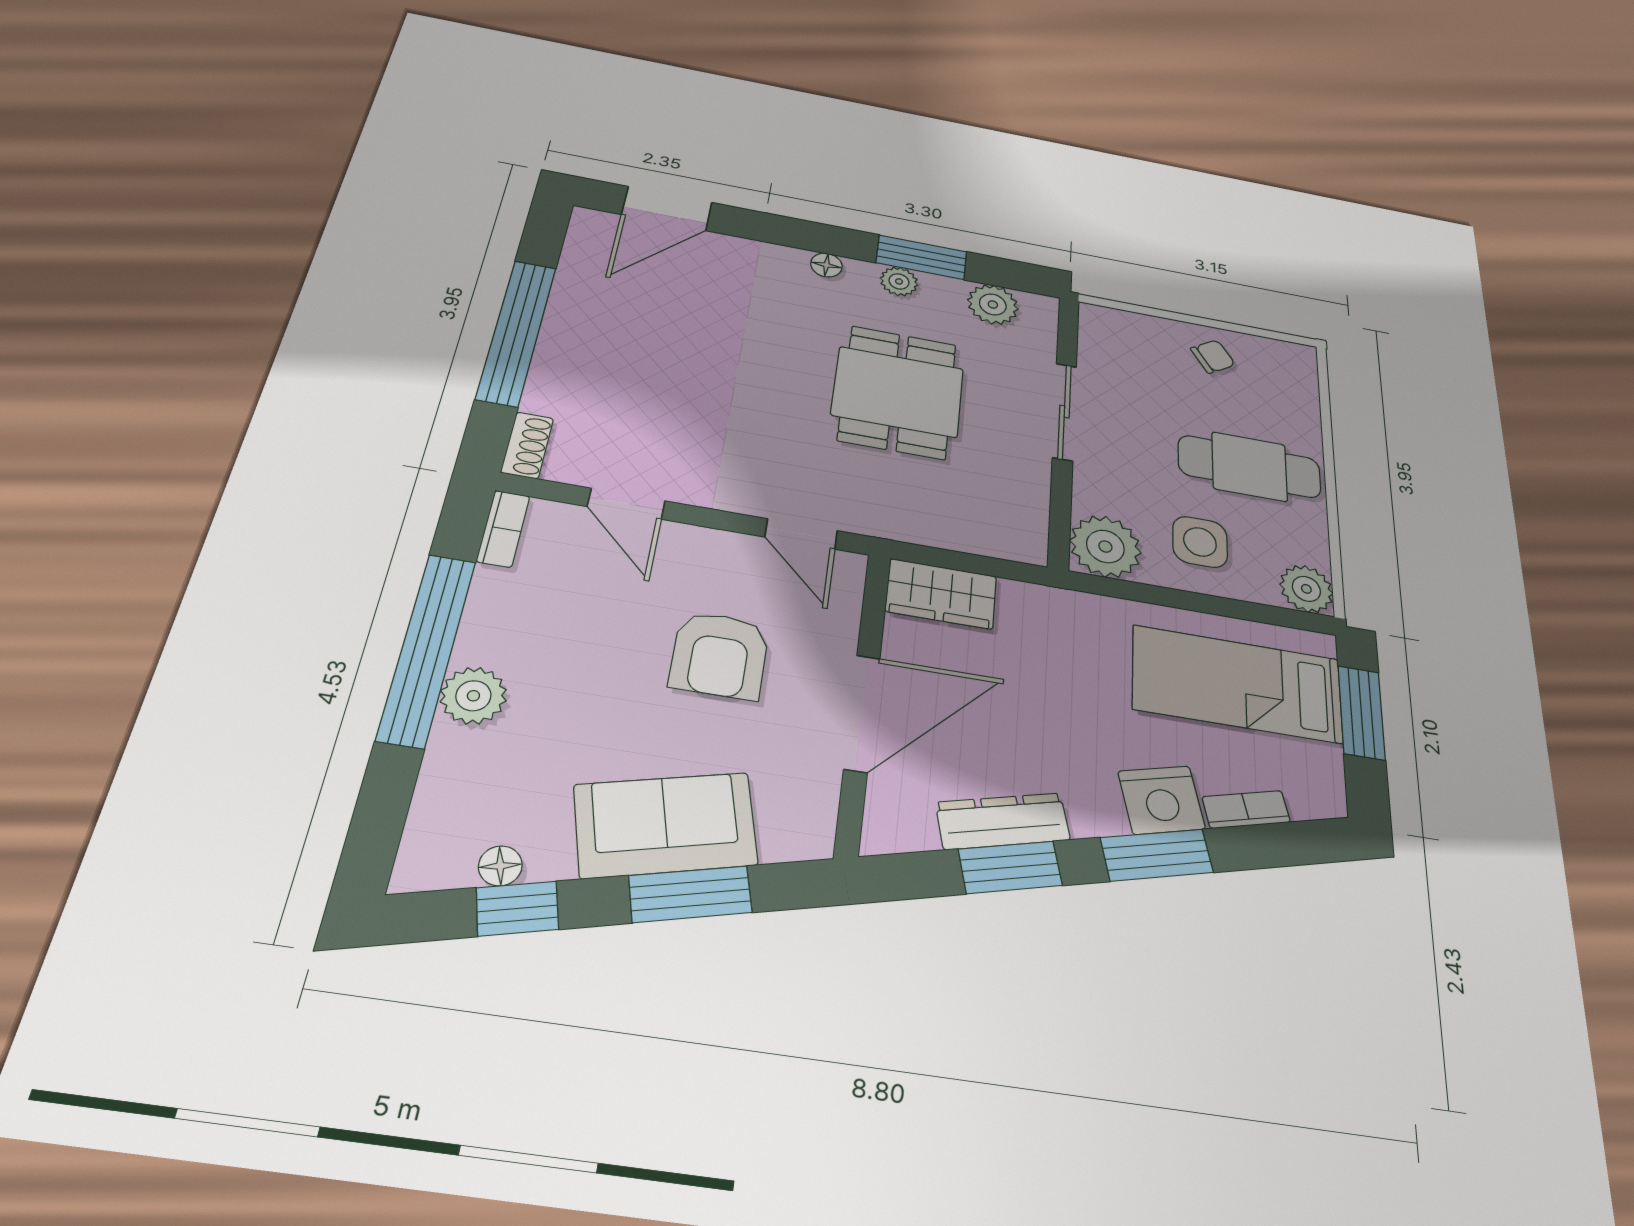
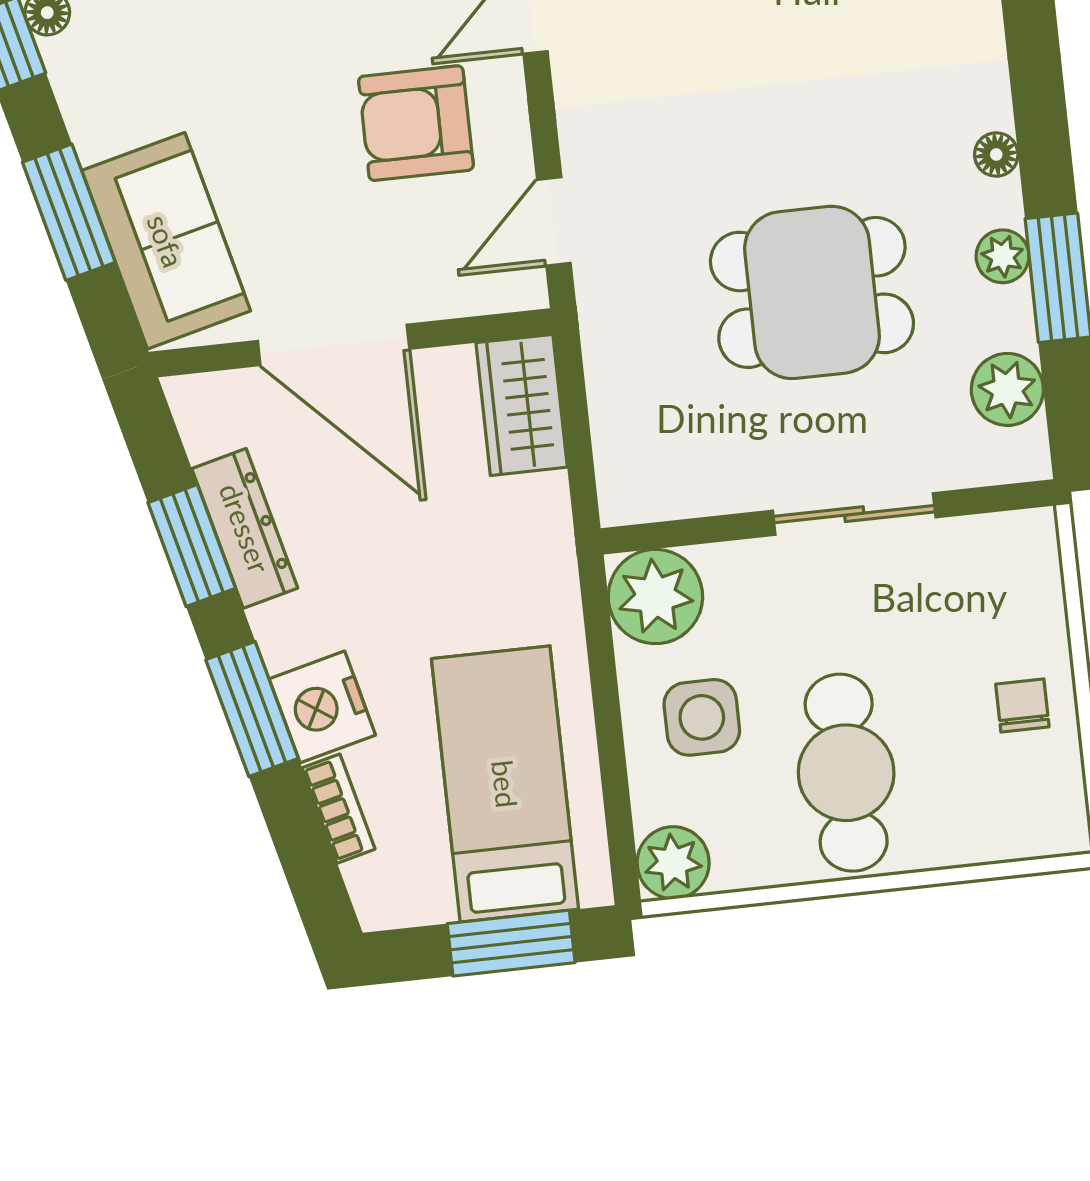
chair: (1213, 357) -> (1022, 705), turned -147
armchair: (719, 655) -> (416, 123), moved
sofa: (666, 825) -> (166, 241), moved

